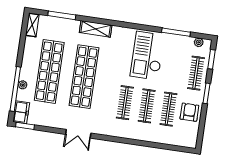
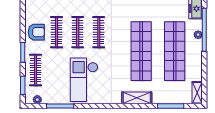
checkout: (147, 56) -> (84, 80), turned 180
armchair: (189, 112) -> (36, 32), turned -90

